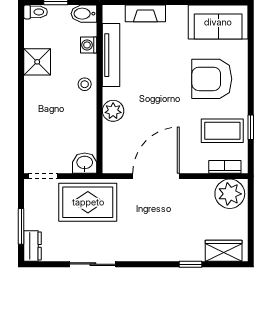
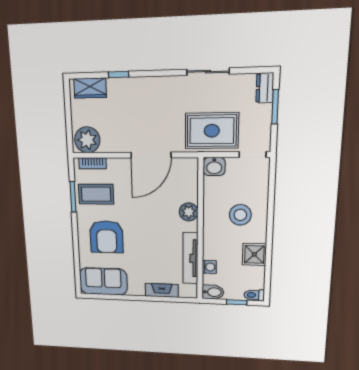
armchair: (212, 79) -> (107, 237), turned 90
stool: (85, 84) -> (240, 215), moved, width x1.89, depth x1.89
window: (251, 127) -> (73, 197), width x1.50

